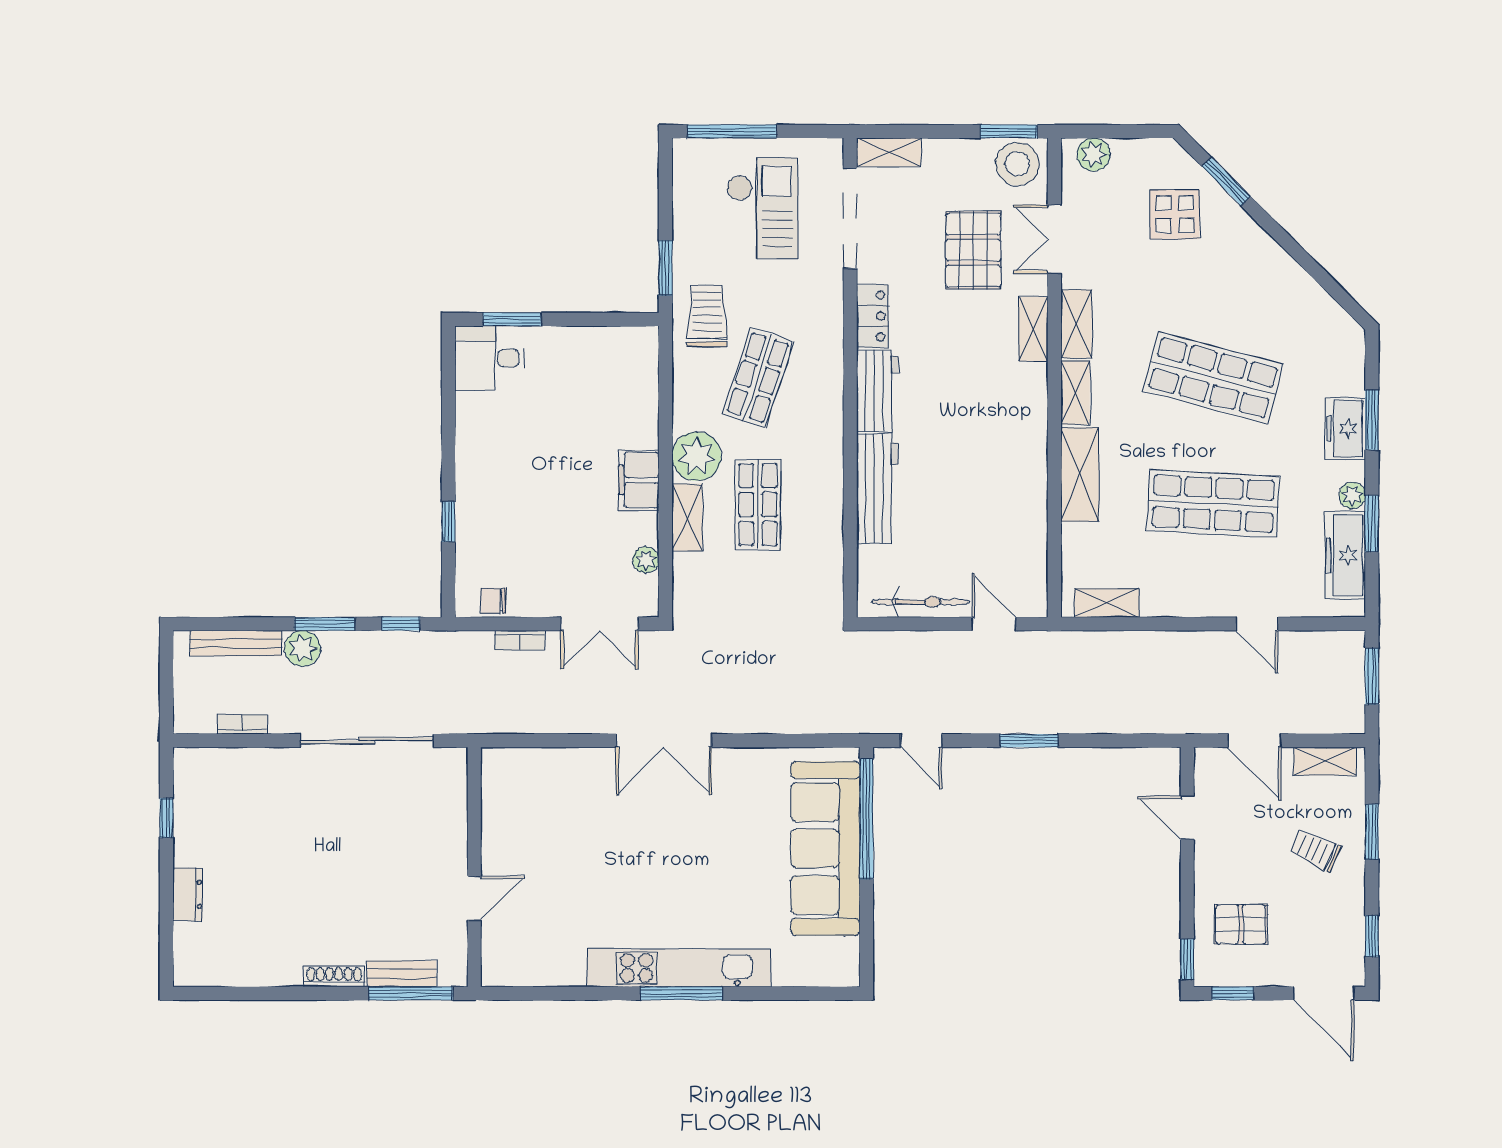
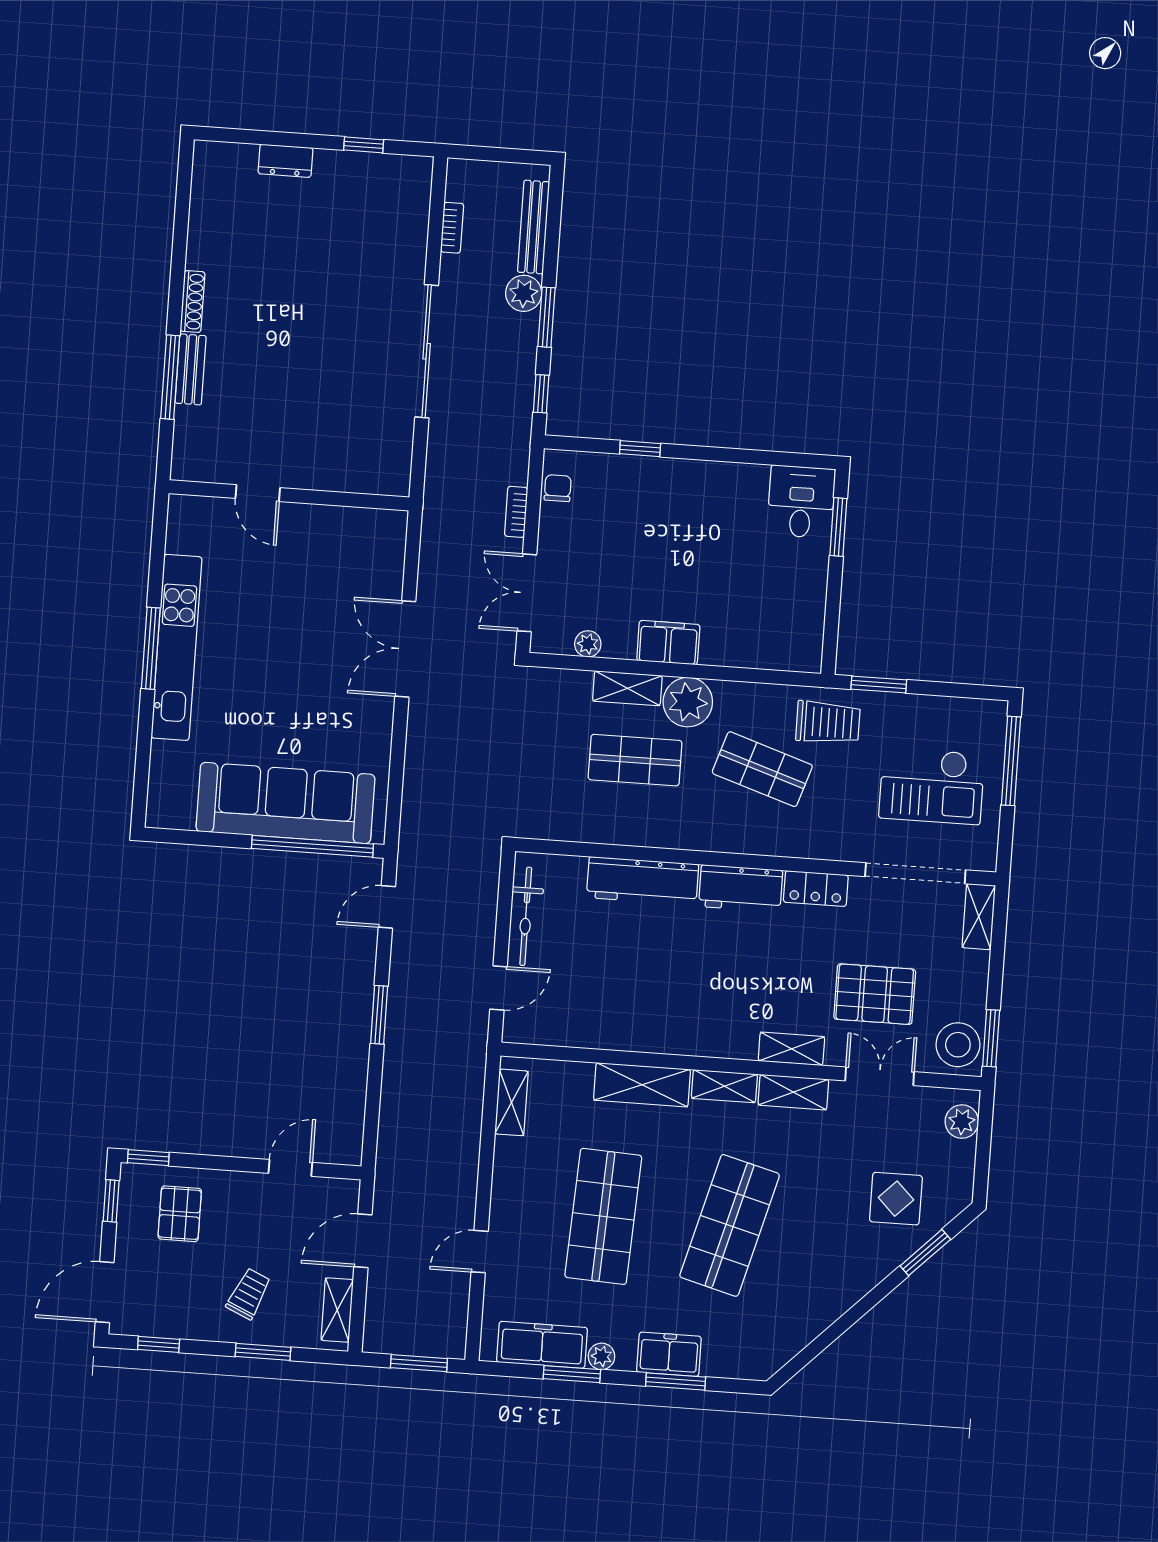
wall: (474, 867) -> (289, 495), moved
door: (474, 898) -> (258, 493), moved

